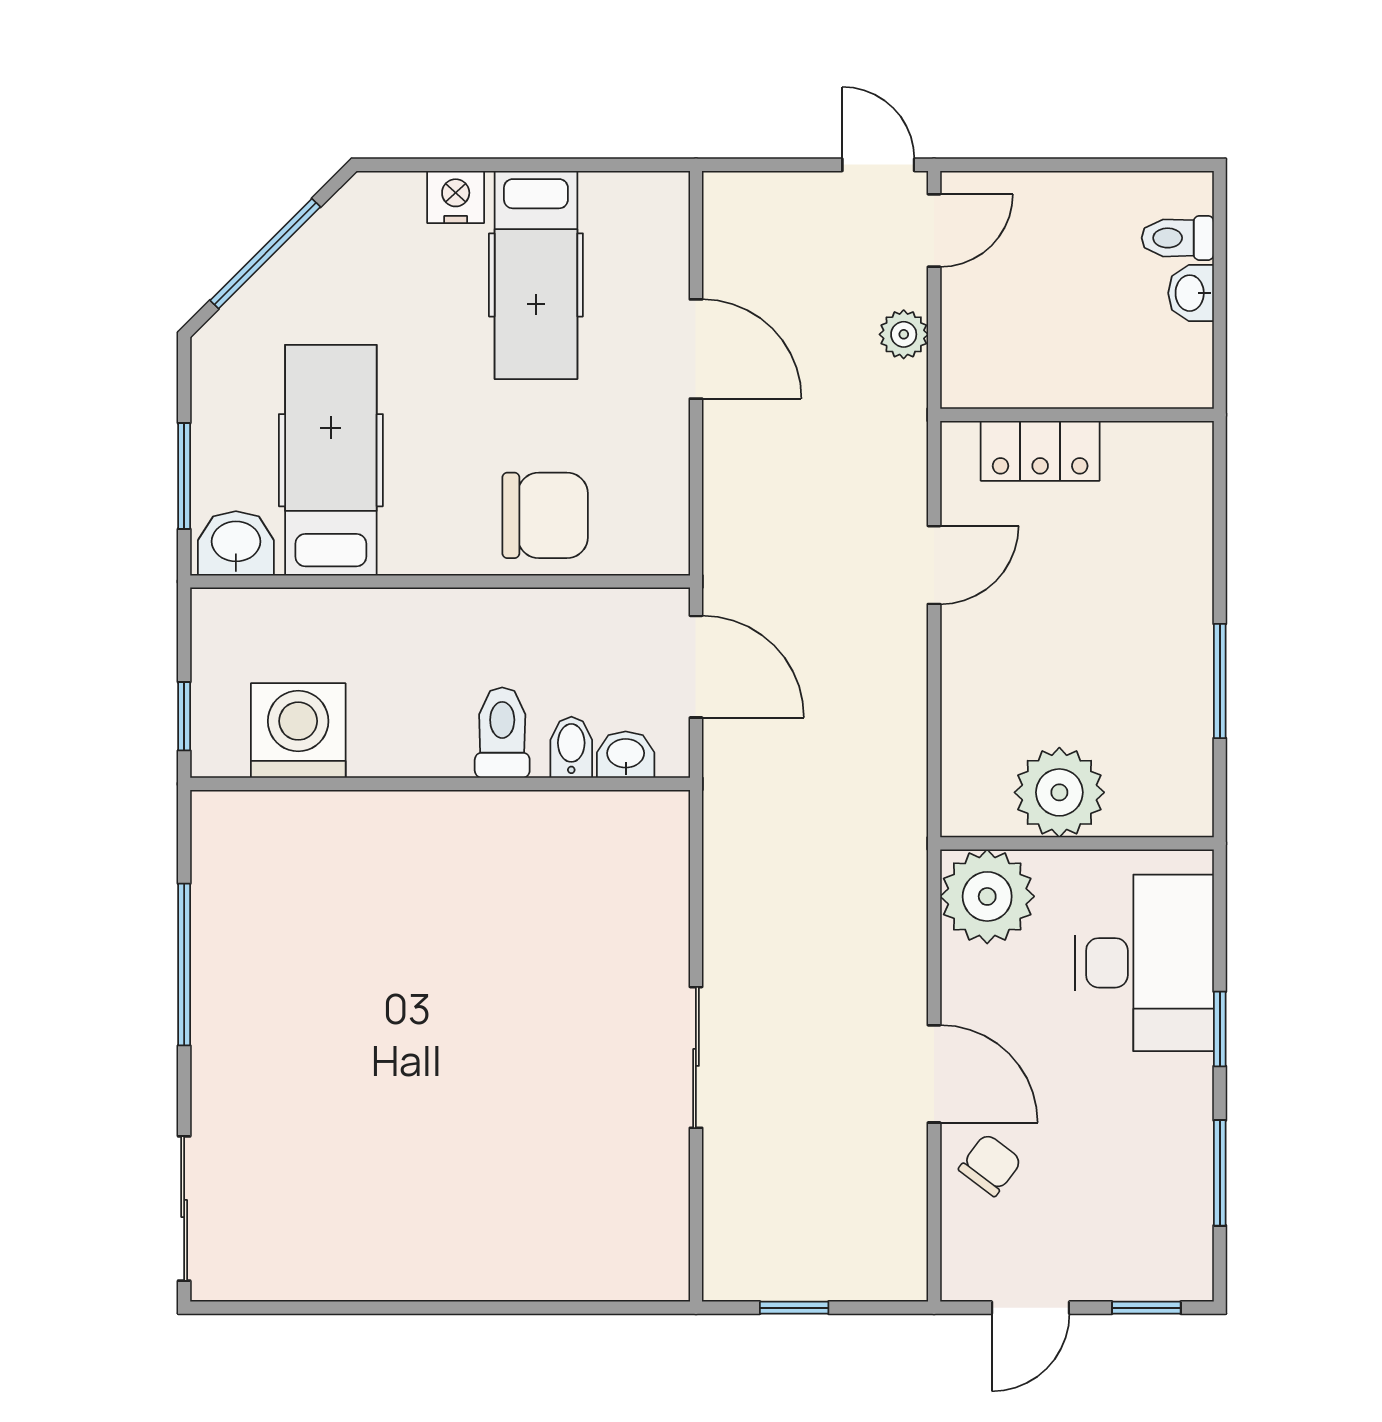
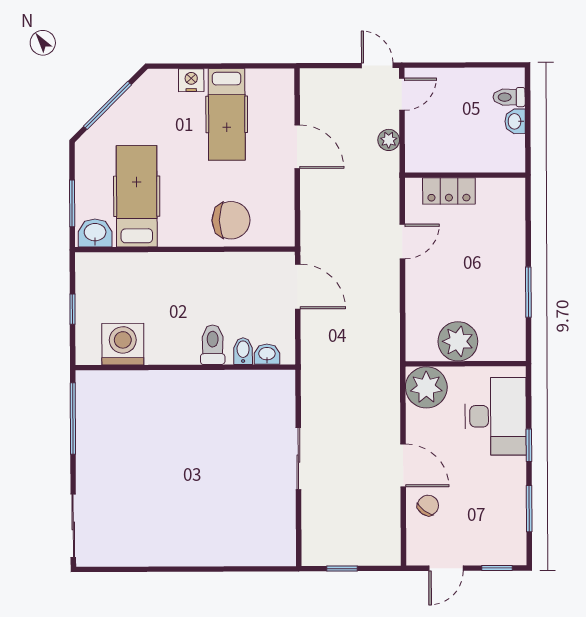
washing machine: (298, 731) -> (123, 344), moved
toilet: (502, 733) -> (213, 345), moved
bidet: (571, 747) -> (243, 351), moved
washbasin: (626, 755) -> (267, 354), moved
wall: (440, 784) -> (185, 367), moved

